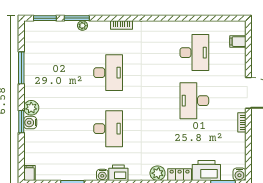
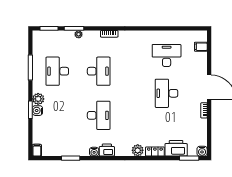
desk: (194, 53) -> (167, 55), turned -90
desk: (55, 73) -> (57, 71), added

